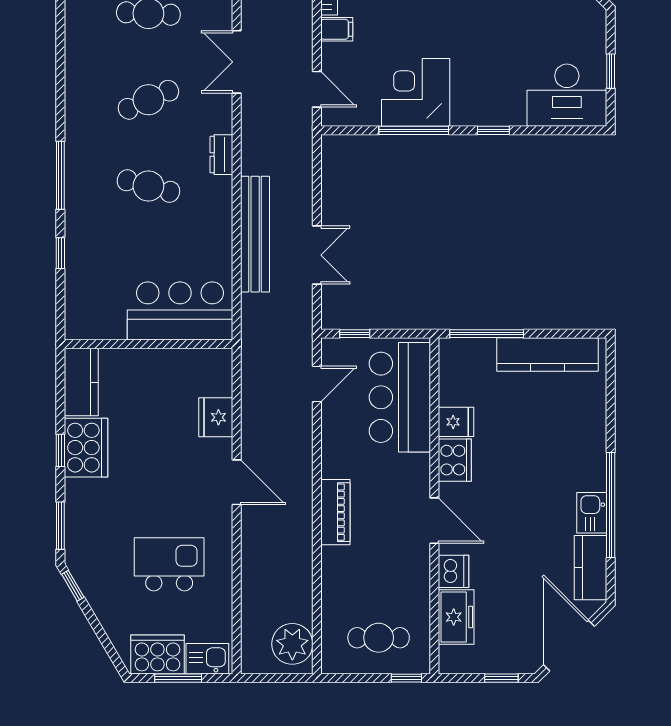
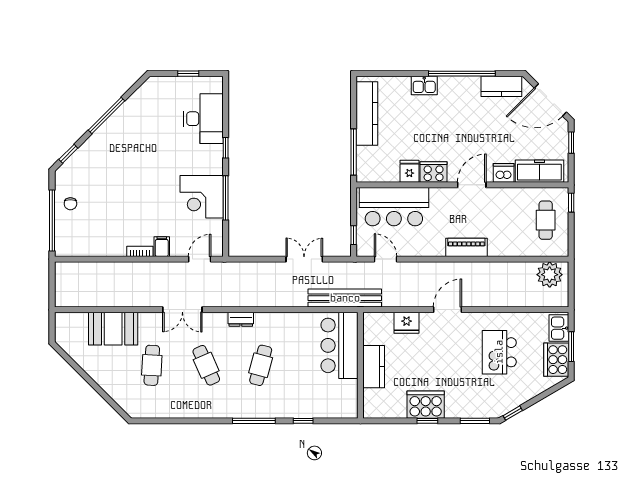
desk: (567, 95) -> (203, 119), moved
bench: (255, 234) -> (345, 298), moved
kitchen counter: (81, 382) -> (374, 367), moved, turned 90
kitchen sink: (592, 513) -> (424, 86), moved
freezer: (456, 617) -> (539, 171), width x1.40

